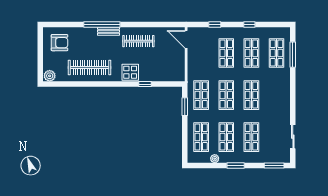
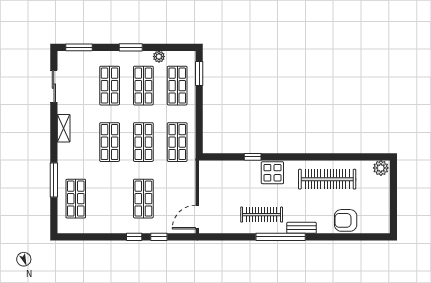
window: (102, 25) -> (281, 237), moved
window: (249, 25) -> (134, 237), moved
door: (186, 39) -> (197, 217), swing flipped
armchair: (59, 43) -> (346, 220), moved
shop shelf: (251, 53) -> (110, 199), removed
window: (293, 55) -> (54, 180), moved
shelving: (286, 105) -> (64, 128), added
window: (185, 107) -> (199, 73), moved

